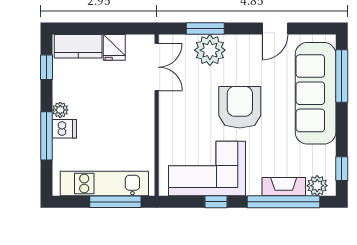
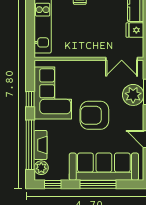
window: (342, 76) -> (98, 184), moved
armchair: (240, 107) -> (94, 115), turned 180
window: (115, 202) -> (30, 31), removed

